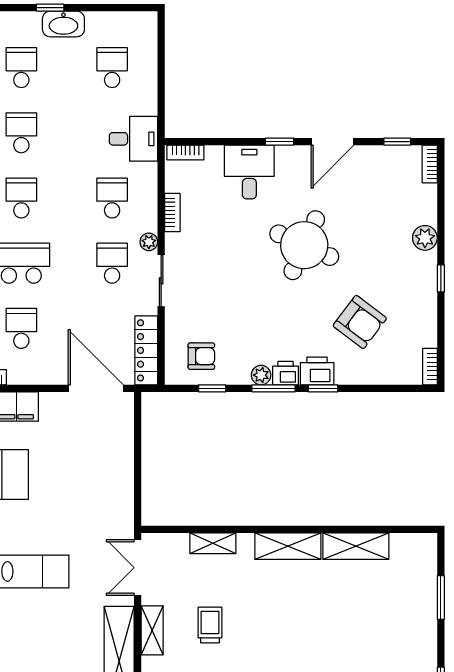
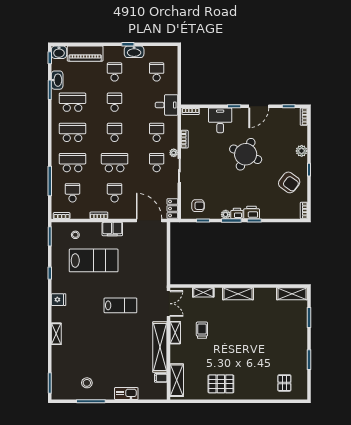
armchair: (360, 322) -> (289, 182), moved
locker: (146, 350) -> (172, 208), width x0.66
shelving: (356, 546) -> (292, 294), moved
double door: (138, 568) -> (168, 304), swing flipped

